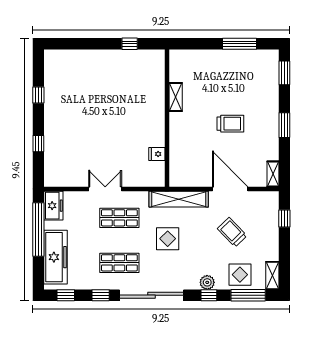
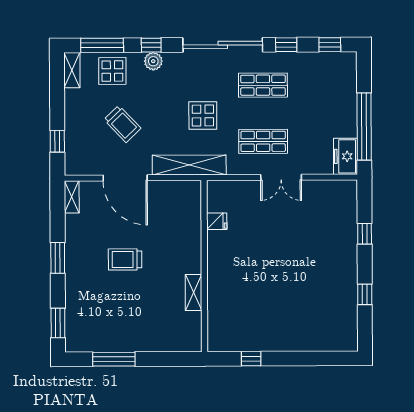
freezer: (56, 257) -> (343, 92), removed

